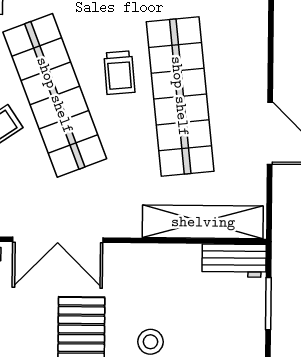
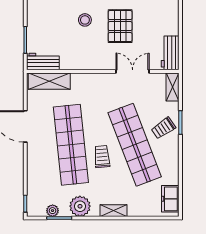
shelving: (203, 222) -> (49, 81), width x0.68
double door: (58, 240) -> (133, 71), width x0.73

